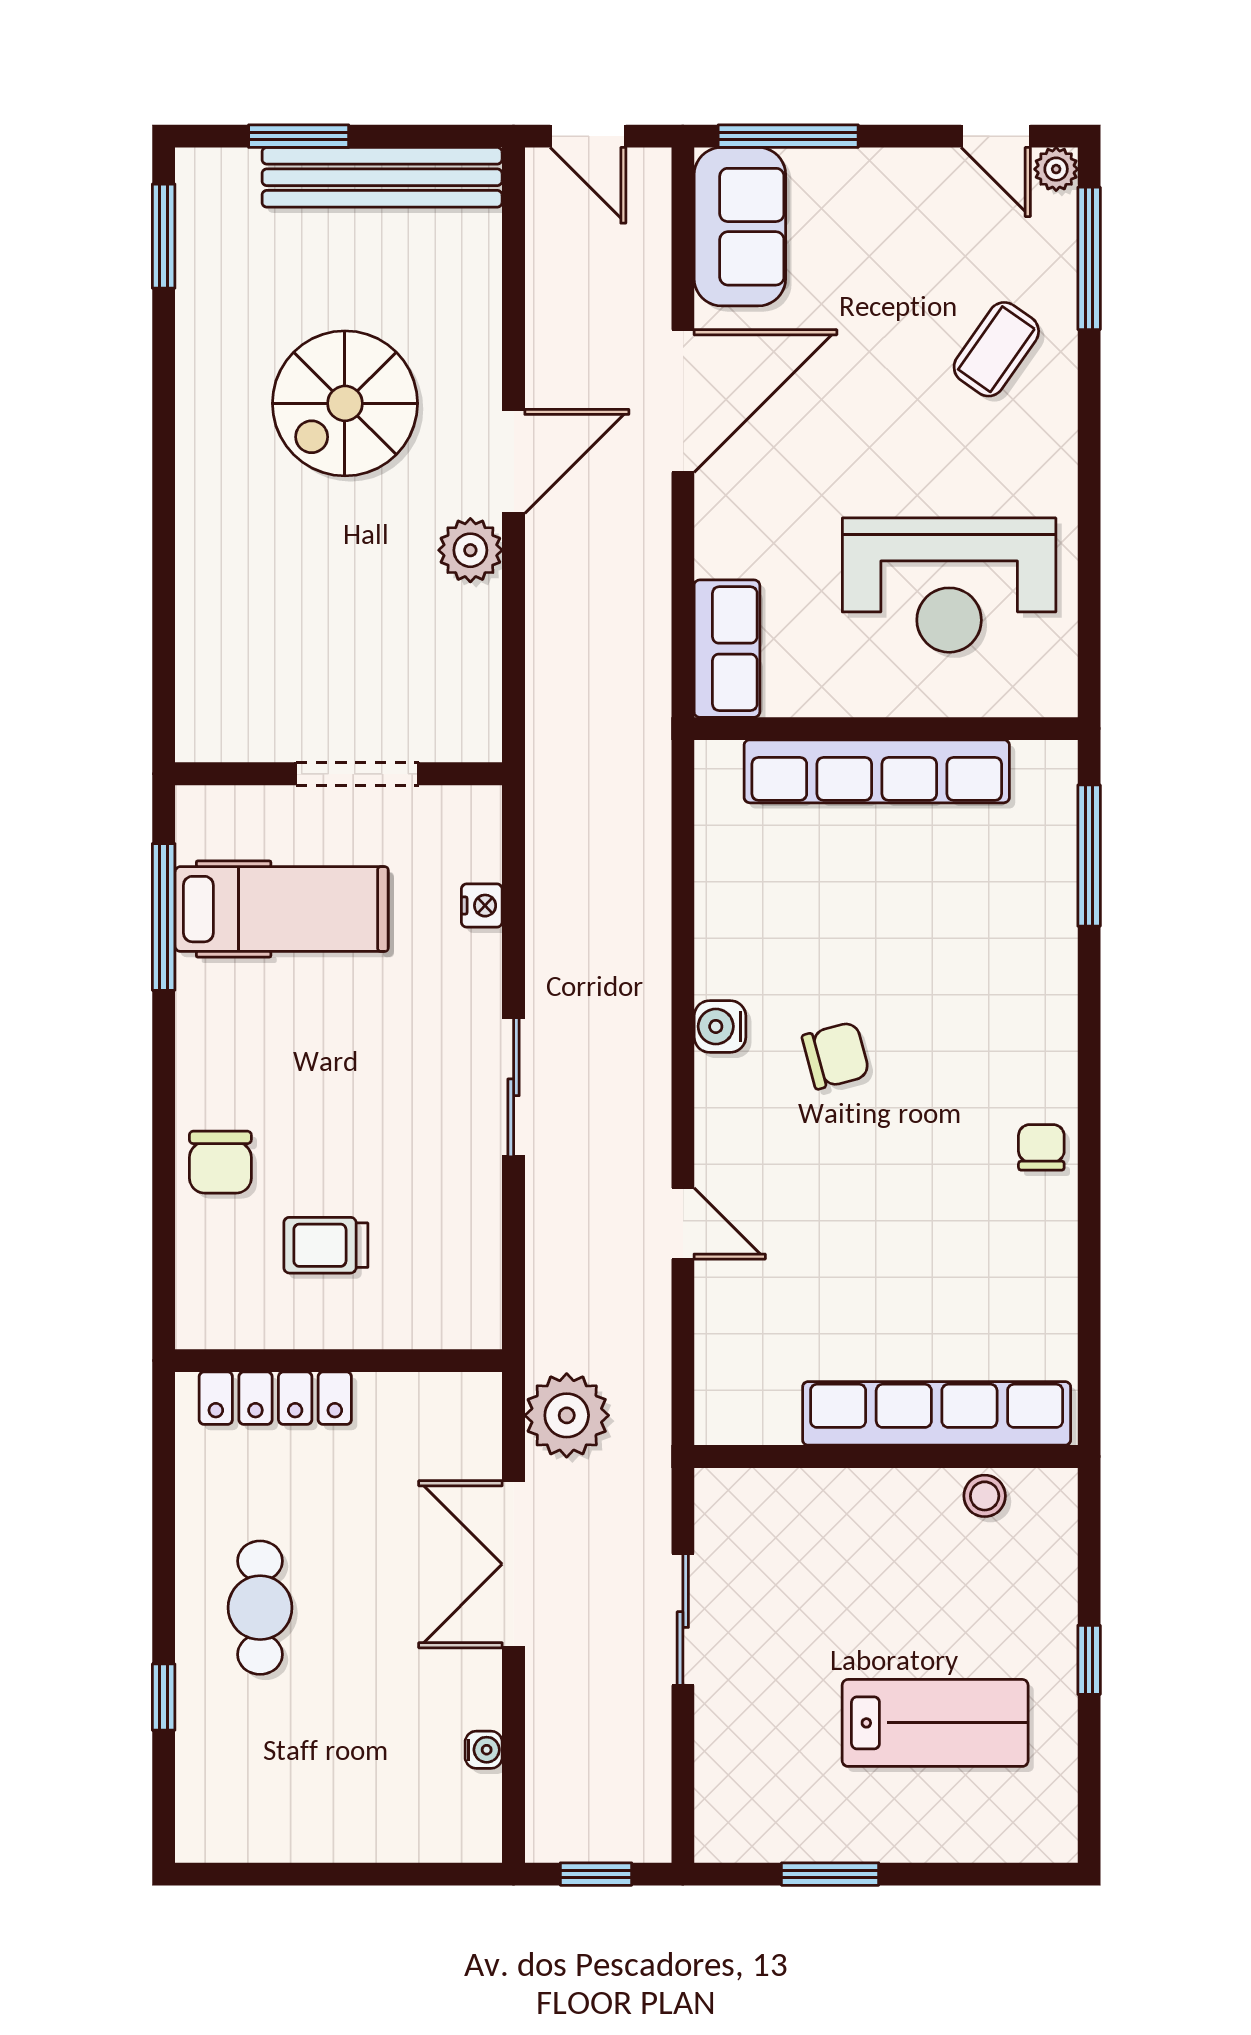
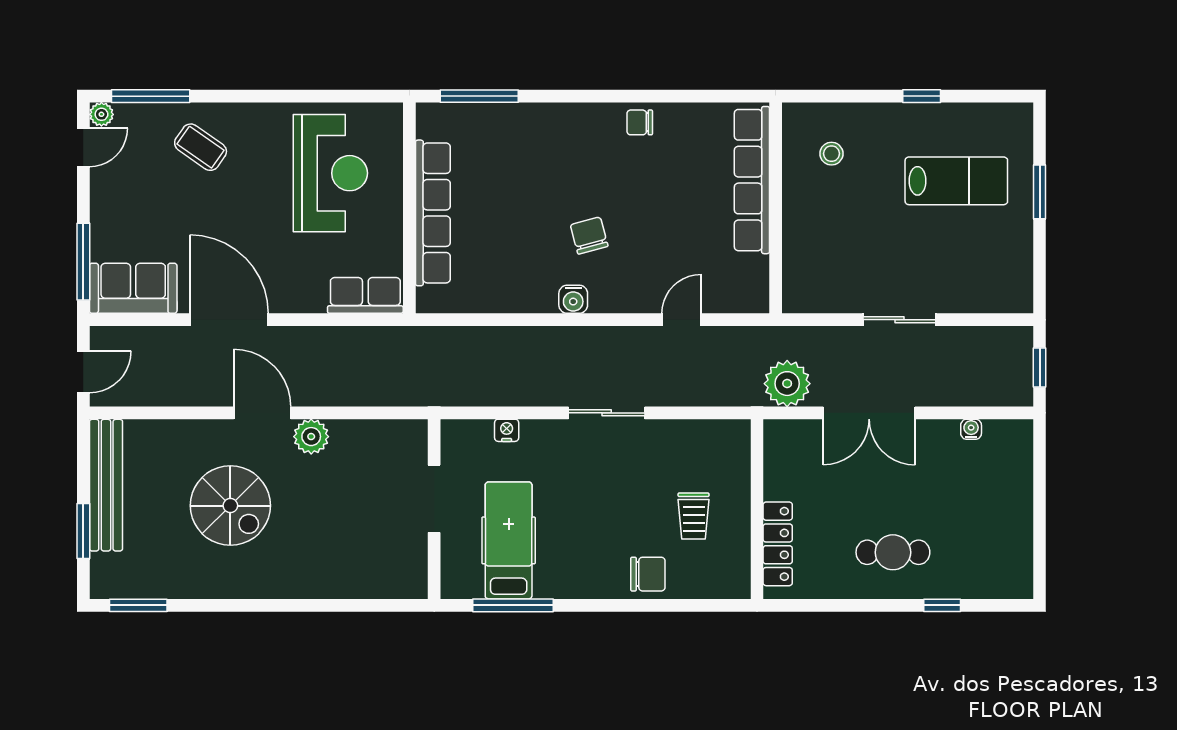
row of seats: (937, 1413) -> (752, 180), moved
wall: (886, 1457) -> (776, 208), moved
lab bench: (935, 1723) -> (956, 181), turned 90
window: (830, 1874) -> (1040, 192), moved

